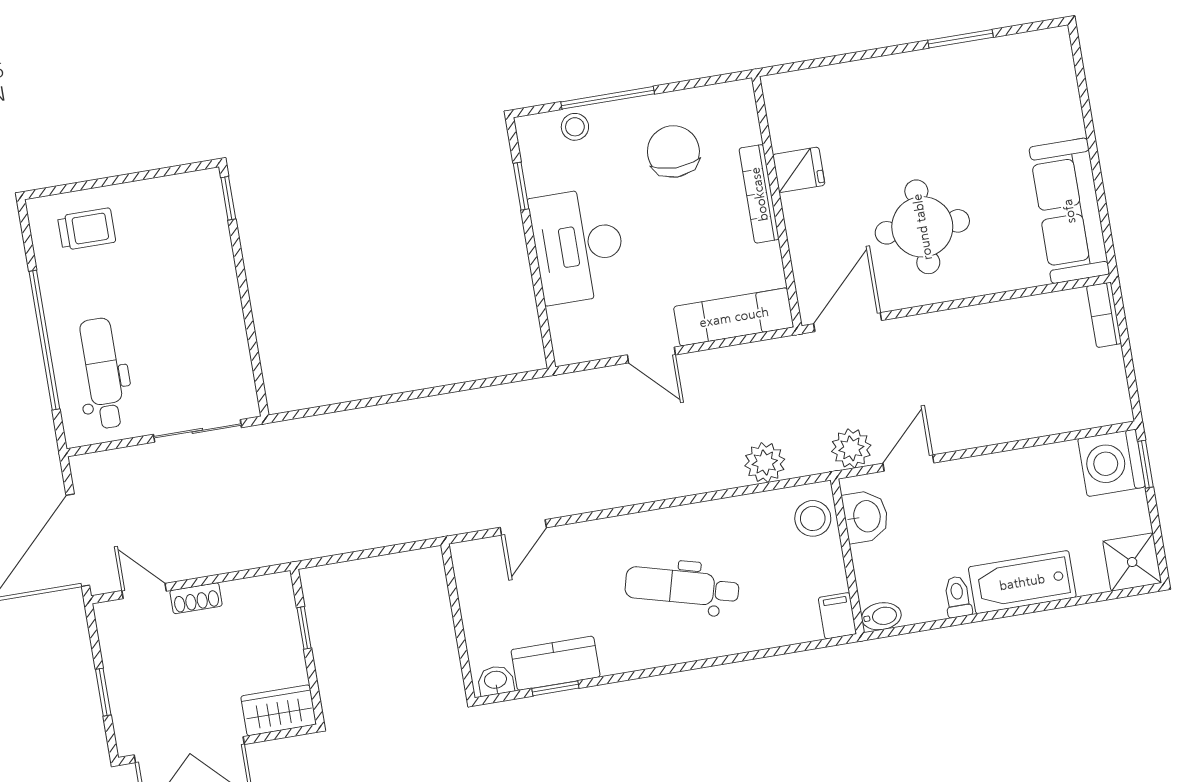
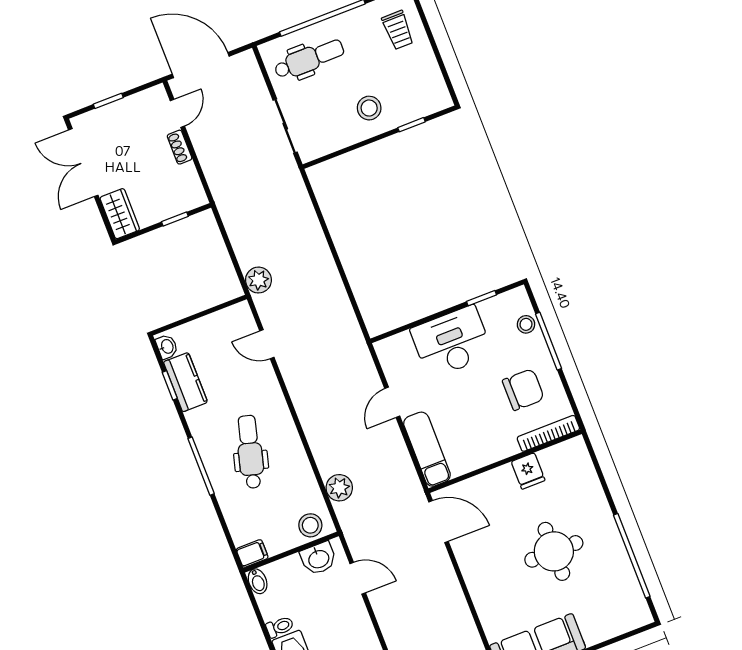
window: (960, 39) -> (632, 556), width x2.11
bookcase: (759, 194) -> (548, 433), moved
window: (228, 198) -> (412, 125), moved
round table: (922, 227) -> (554, 551), moved
stool: (196, 297) -> (369, 108), added
plant: (851, 448) -> (258, 280), moved
window: (688, 666) -> (201, 466), added

